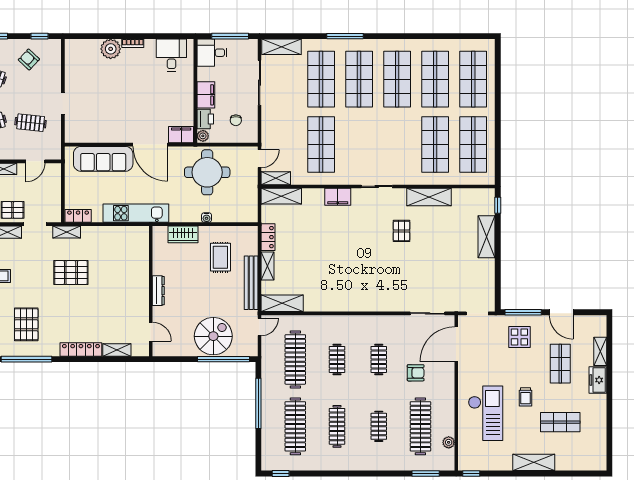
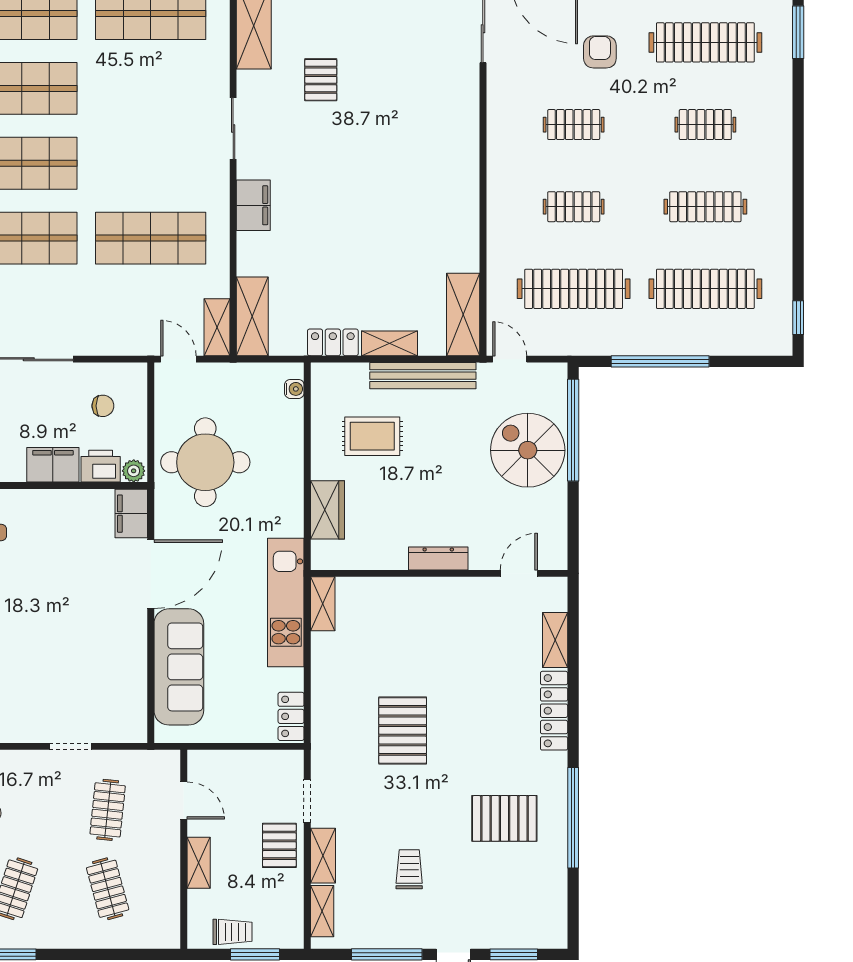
water cooler: (207, 218) -> (294, 389), moved
pallet: (401, 231) -> (321, 80), turned 90
shelving: (67, 232) -> (323, 604), moved

